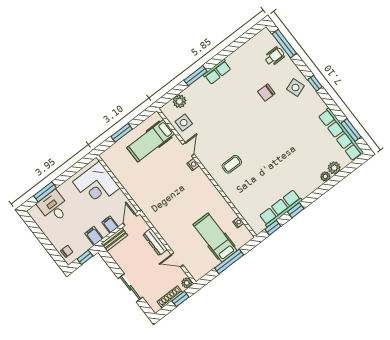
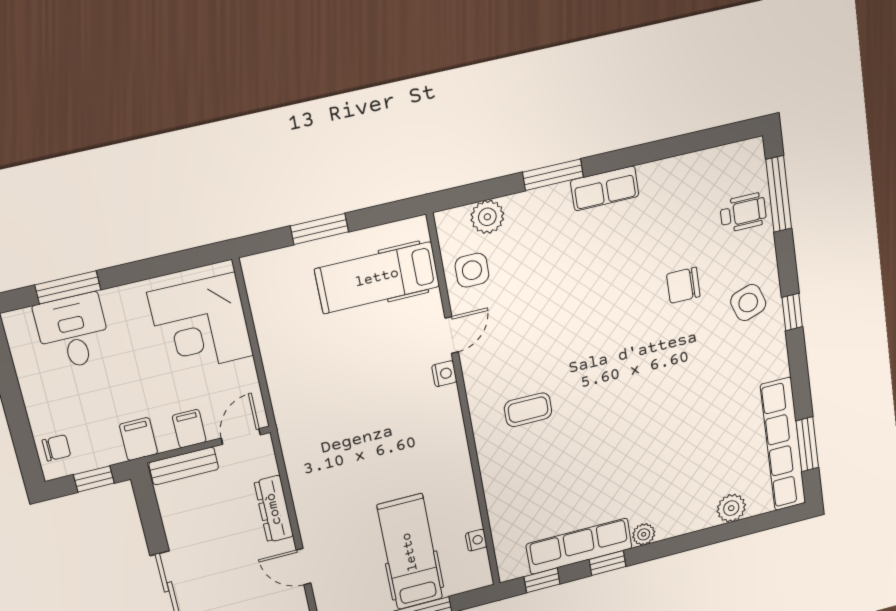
plant: (325, 177) -> (644, 534), moved

